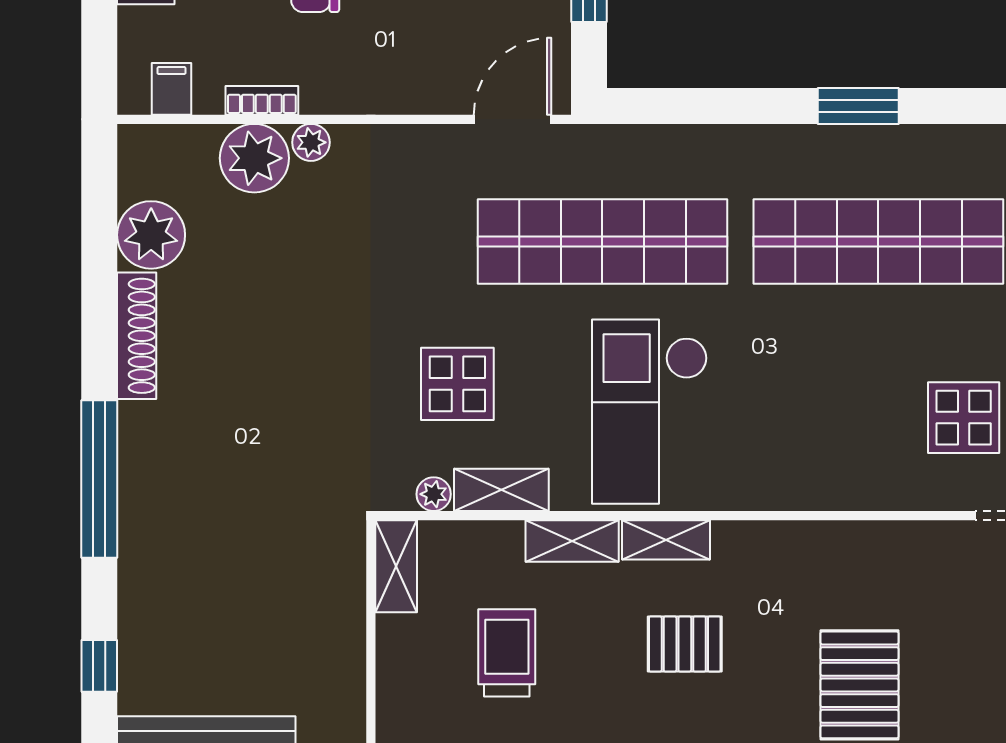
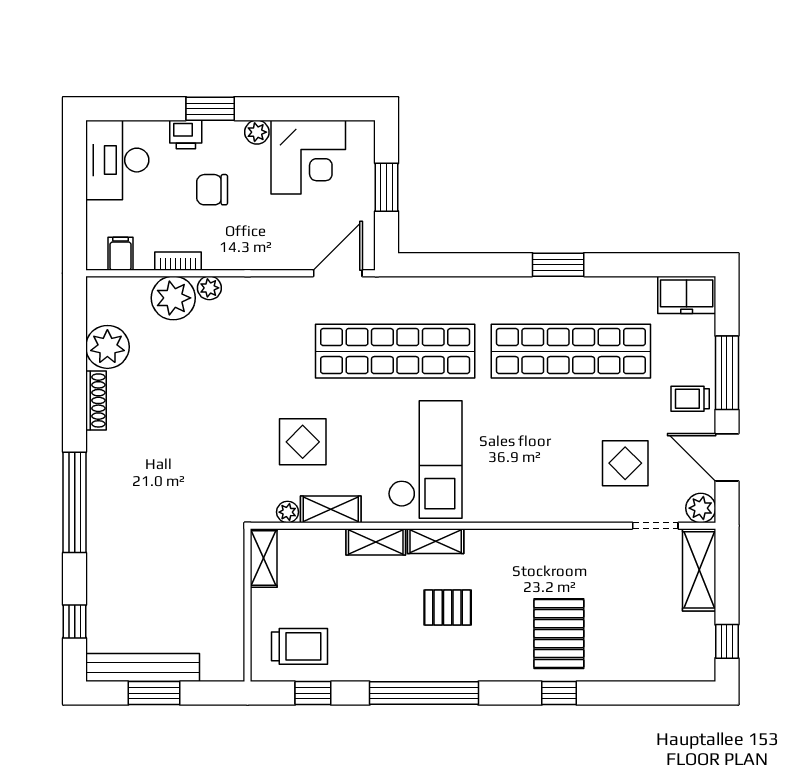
shoe rack: (137, 336) -> (96, 400), width x0.74, depth x0.81
checkout: (650, 412) -> (425, 459), turned 180
trolley: (507, 653) -> (299, 646), moved, turned 90

